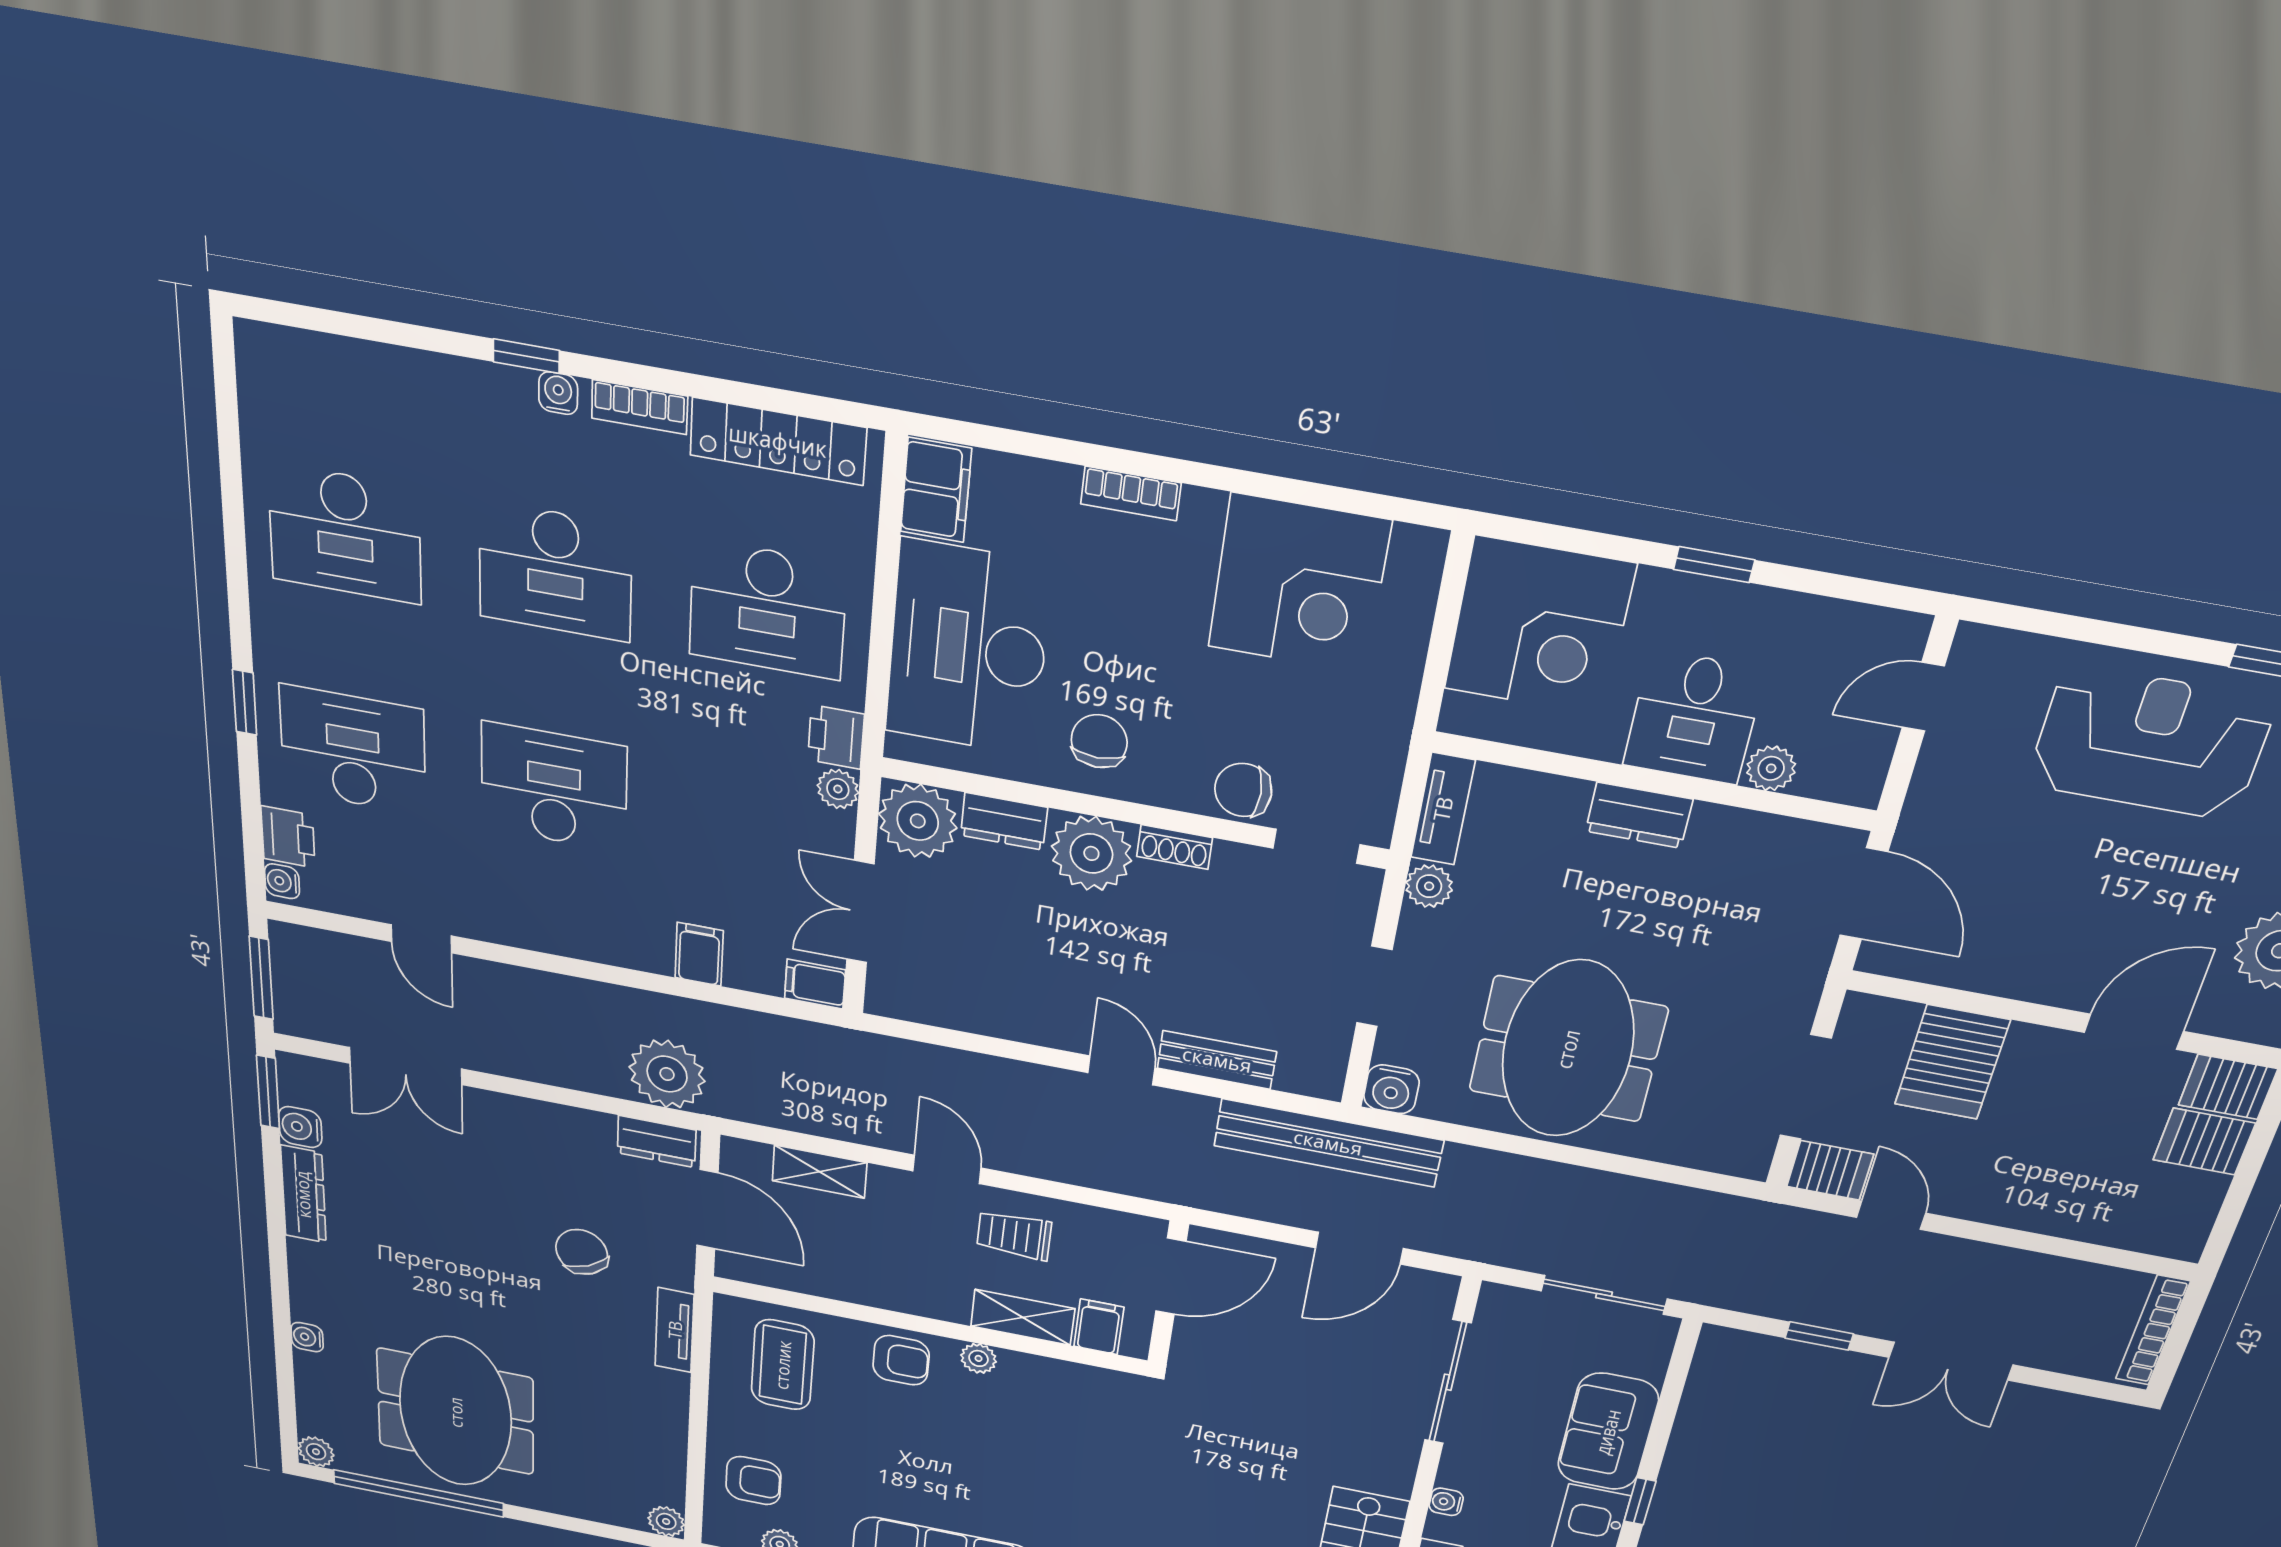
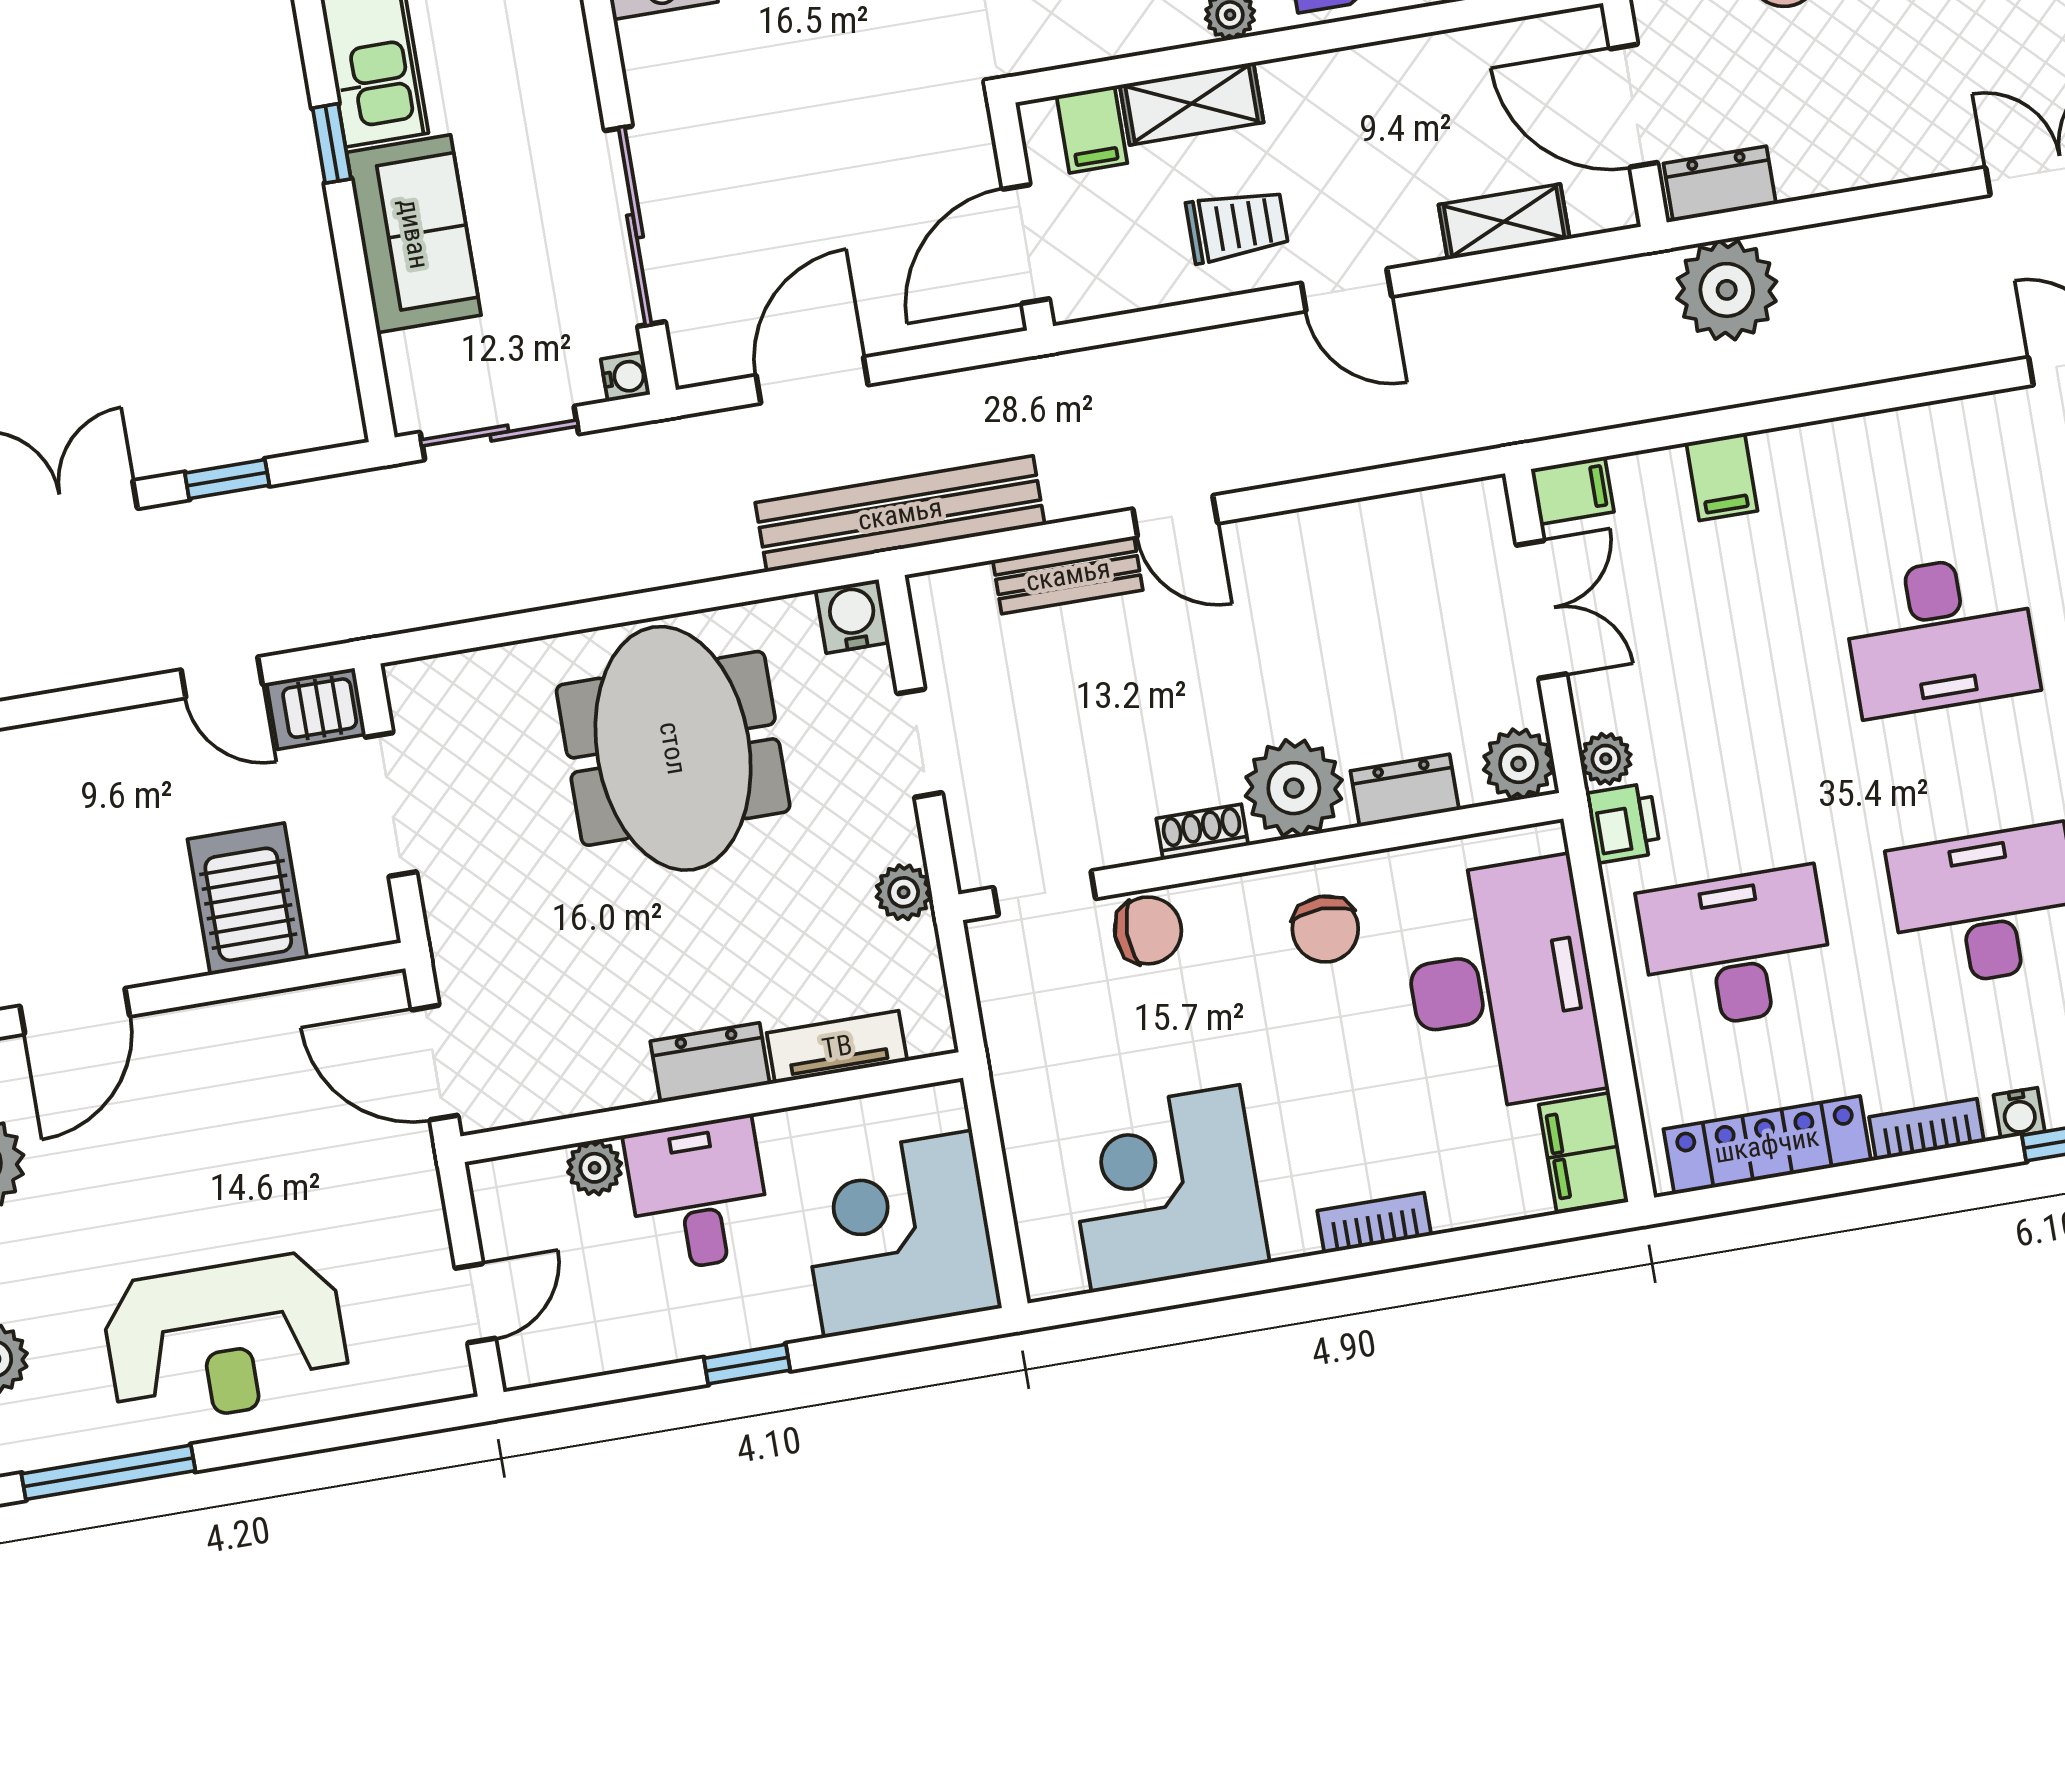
tv unit: (1443, 809) -> (837, 1047), moved, turned 90
plant: (918, 821) -> (1518, 764), width x0.73, depth x0.73
water cooler: (1446, 1502) -> (625, 377), moved

